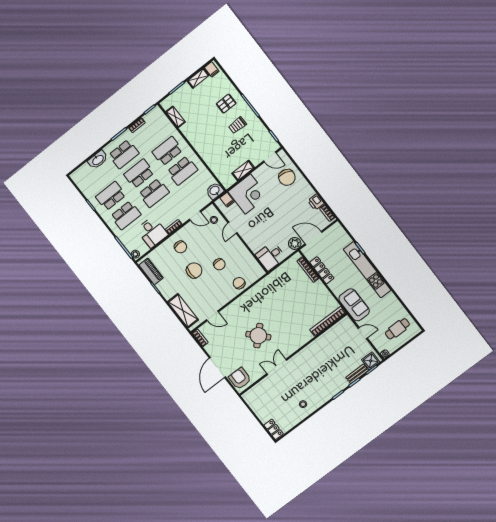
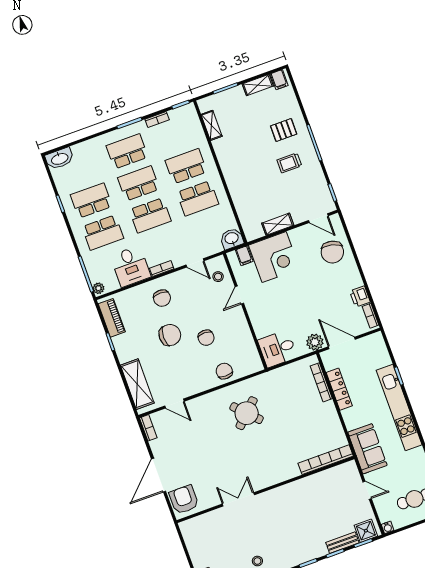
school desk: (124, 154) -> (127, 151), turned 180
washbasin: (98, 160) -> (60, 159), moved
round table: (258, 336) -> (247, 413), moved

